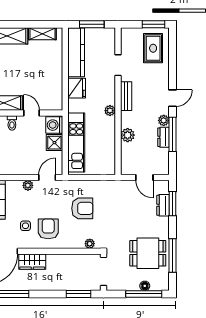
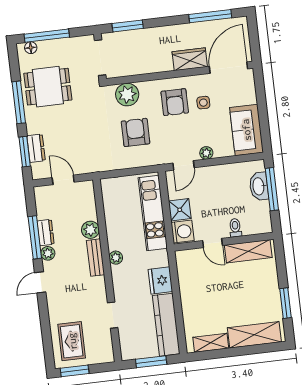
bench: (126, 96) -> (96, 258), moved
armchair: (82, 208) -> (136, 132), turned 90
plant: (90, 244) -> (127, 95), width x1.87, depth x1.87
window: (172, 255) -> (19, 102), moved
floor lamp: (145, 286) -> (31, 48), moved

